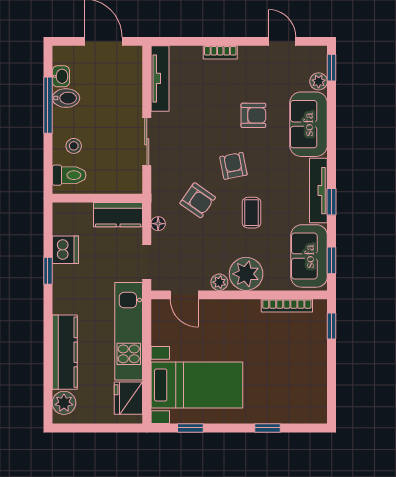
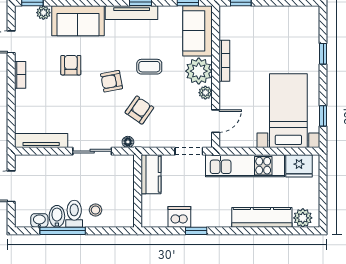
bookcase: (220, 52) -> (20, 75), moved
toilet: (69, 175) -> (74, 214), moved
floor lamp: (158, 224) -> (128, 142), moved
sofa: (309, 256) -> (198, 31), moved, turned 90
bookcase: (287, 306) -> (224, 61), moved

